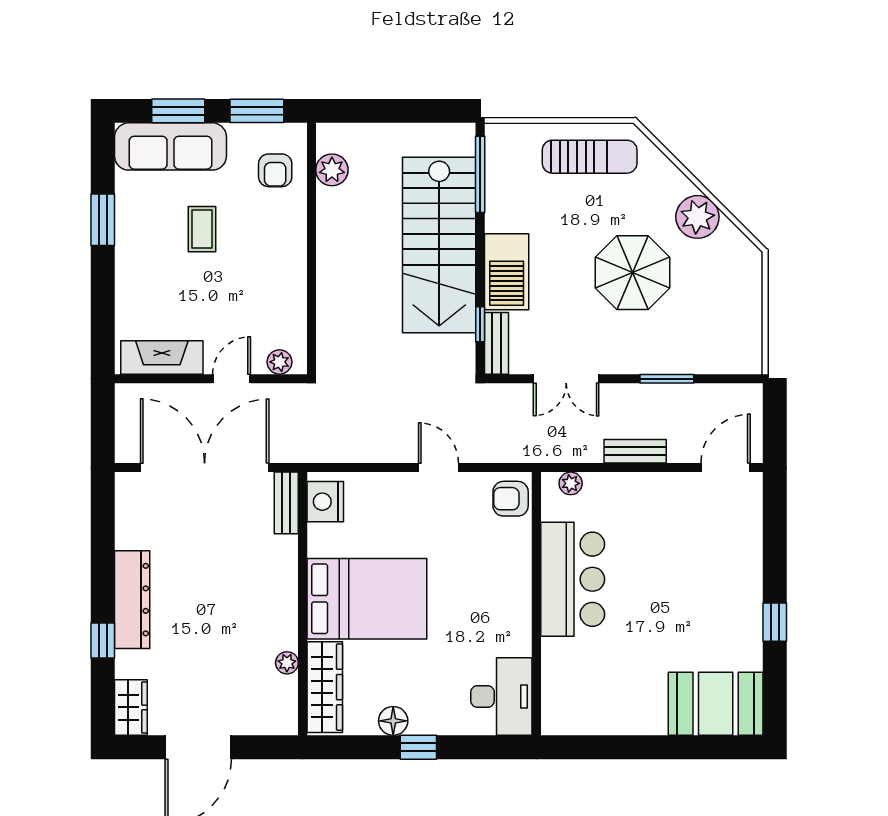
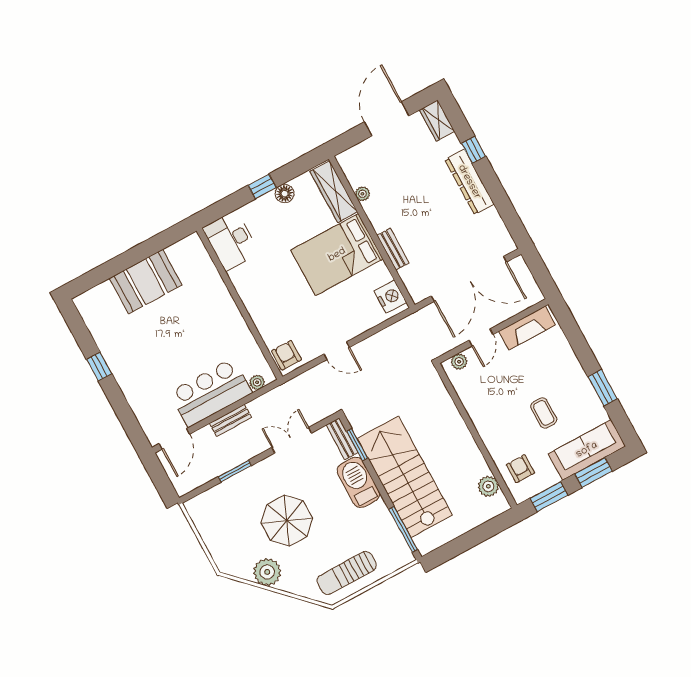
window: (480, 324) -> (357, 445), width x1.50
armchair: (511, 499) -> (286, 355), turned -90
bench: (286, 503) -> (393, 249), moved
bar counter: (573, 579) -> (211, 393), moved, turned 90
booth: (716, 704) -> (146, 282), moved

